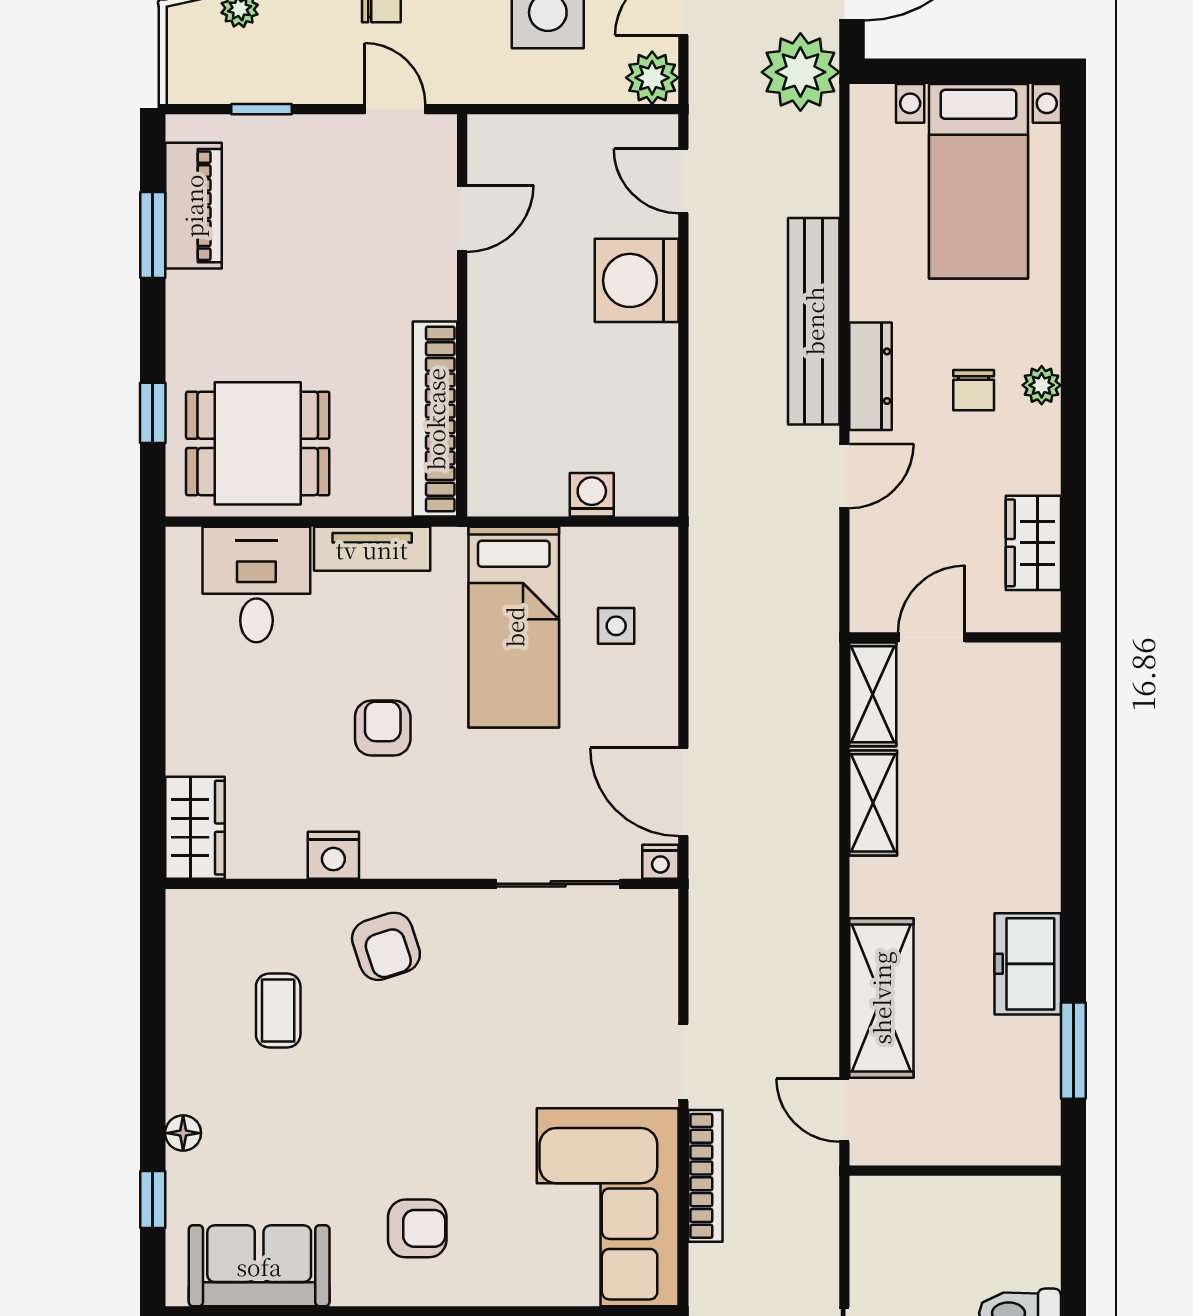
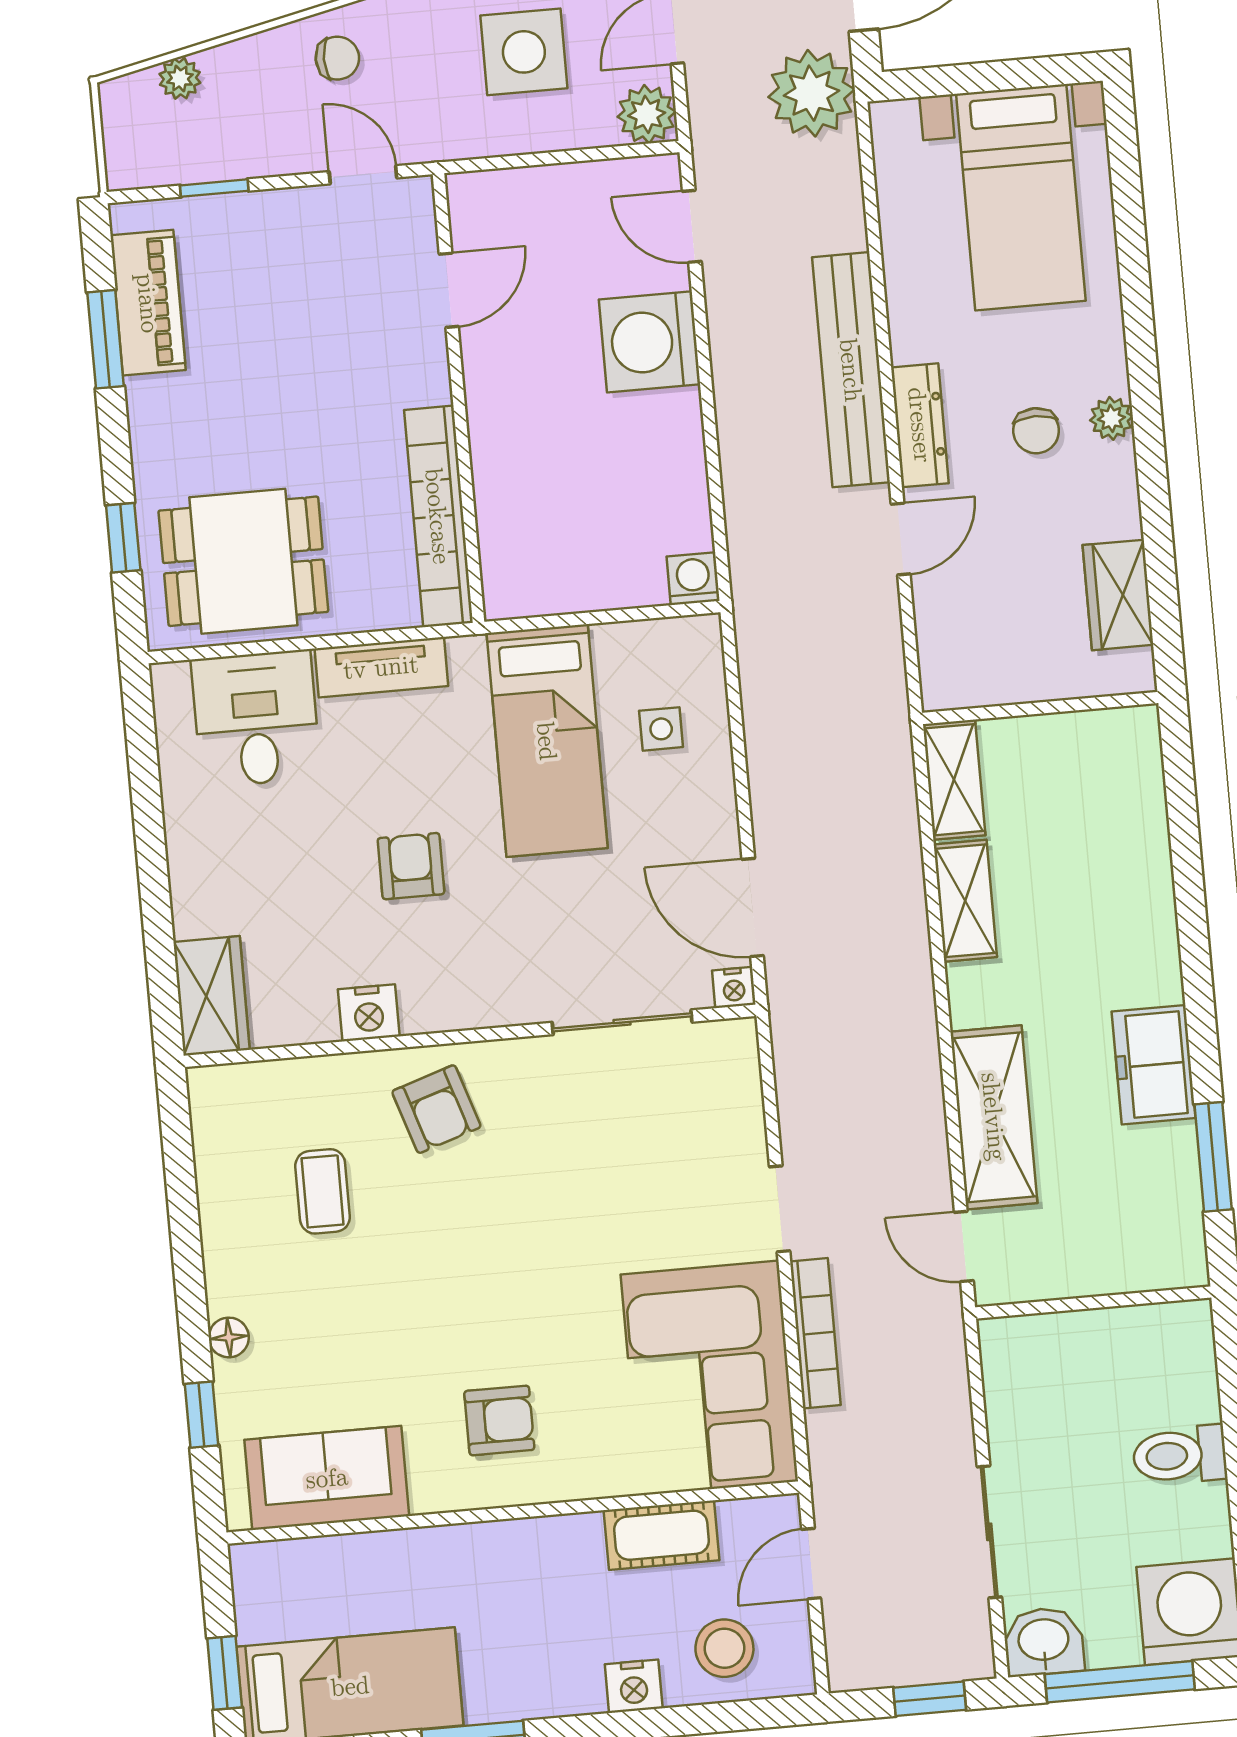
washing machine: (592, 495) -> (693, 579), moved
door: (932, 637) -> (1014, 710), removed

